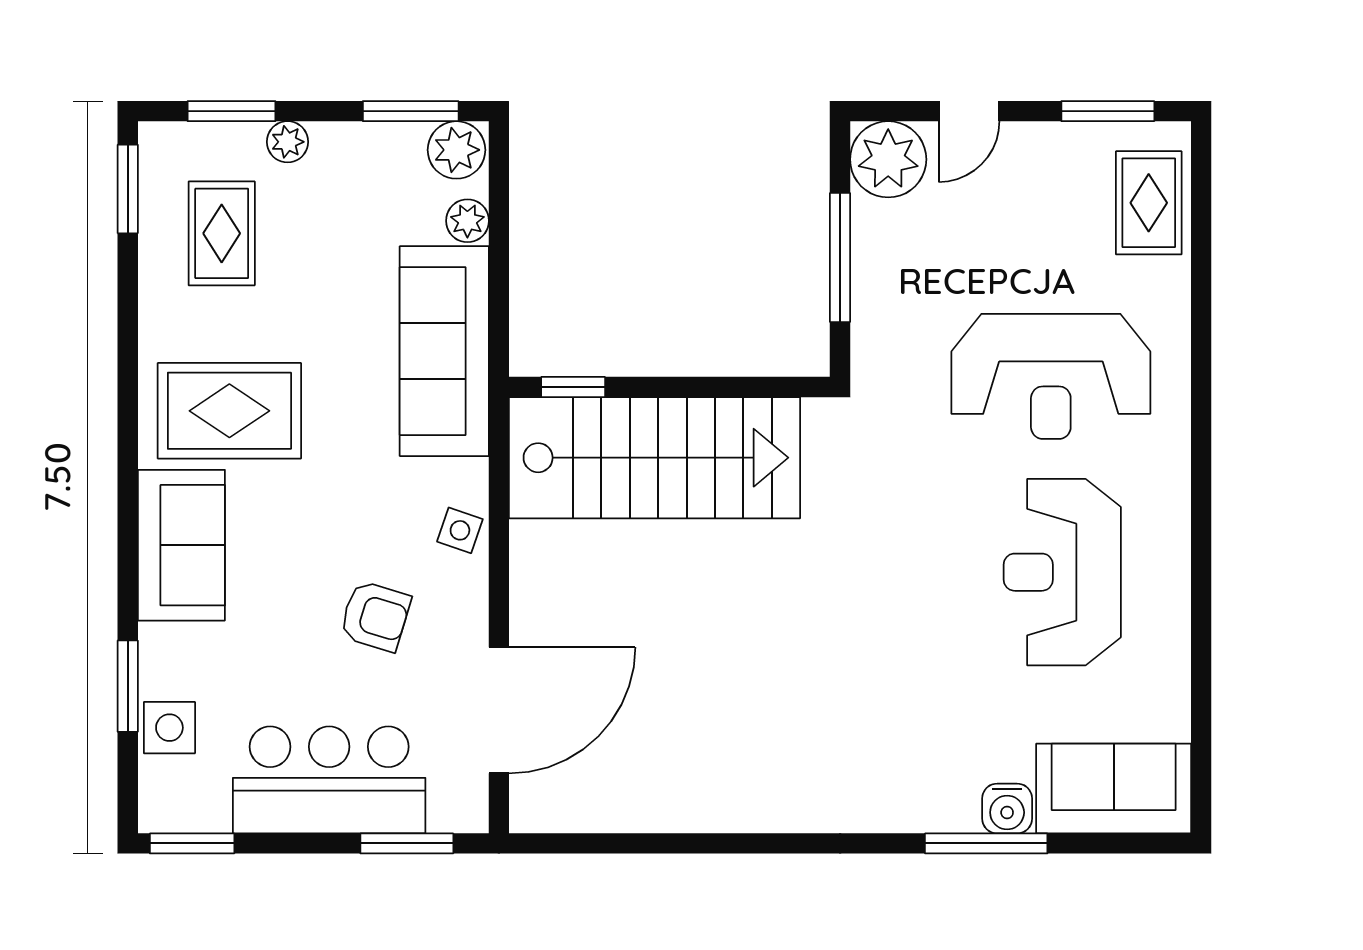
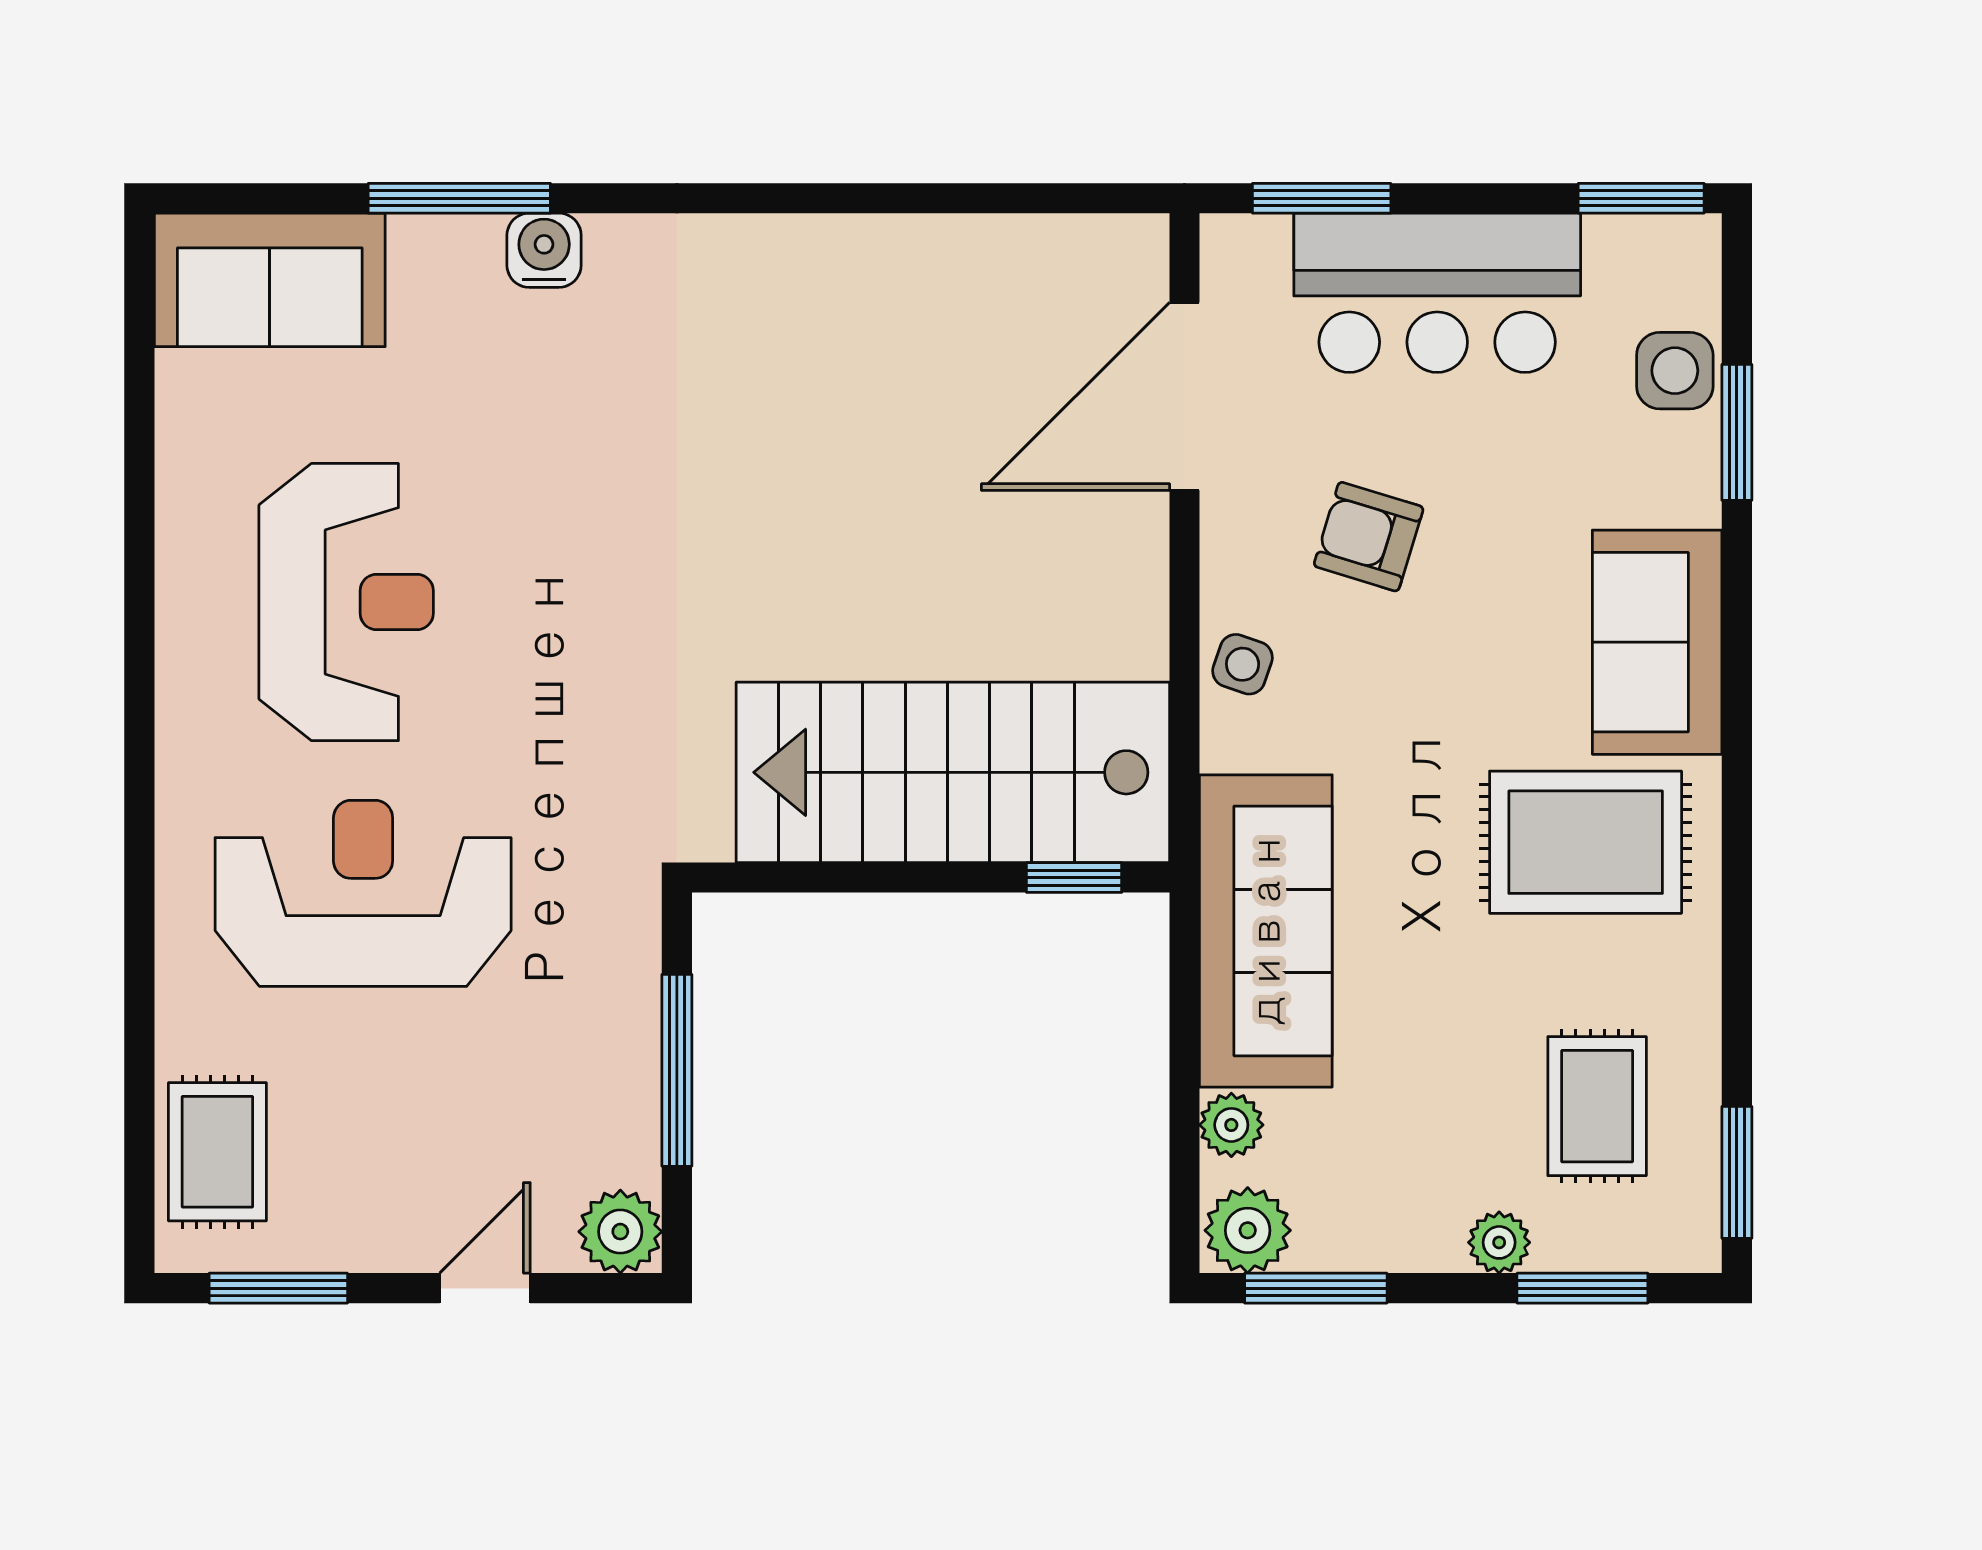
plant: (888, 159) -> (620, 1232), width x0.73, depth x0.73
water cooler: (1007, 809) -> (544, 250), moved

